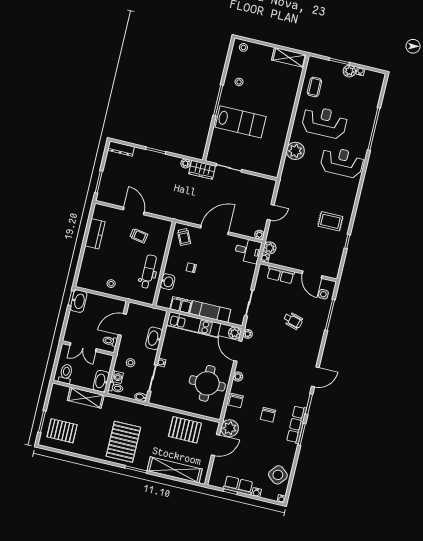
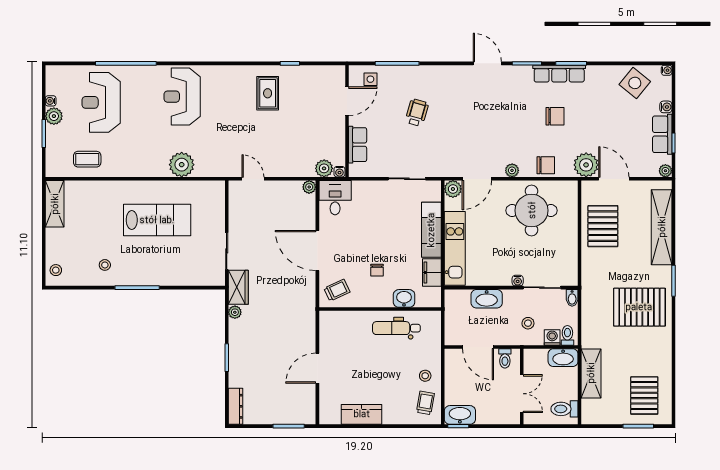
lab bench: (241, 122) -> (157, 220), moved, turned 90
reception desk: (324, 122) -> (101, 102), moved
door: (271, 212) -> (253, 179), moved
trolley: (139, 236) -> (425, 403), moved
plant: (248, 334) -> (665, 171), moved

